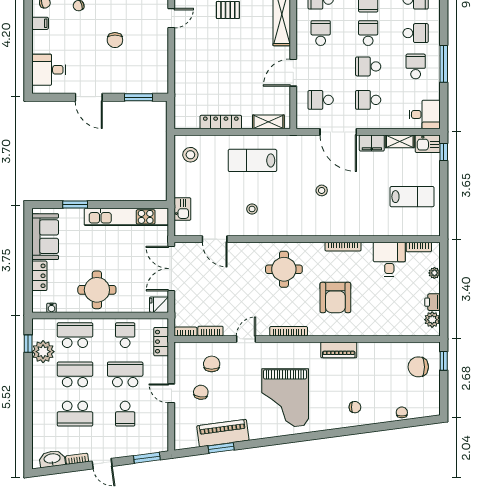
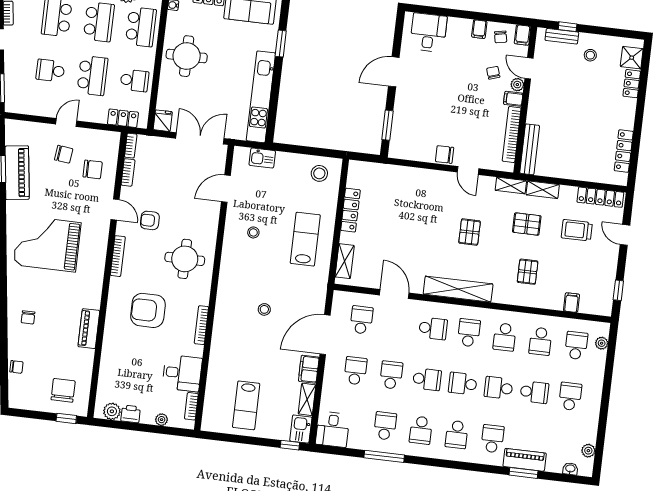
chair: (115, 40) -> (444, 154), moved
school desk: (416, 66) -> (385, 426), turned -90
armchair: (252, 306) -> (150, 220), added
piano: (339, 350) -> (89, 329), moved

